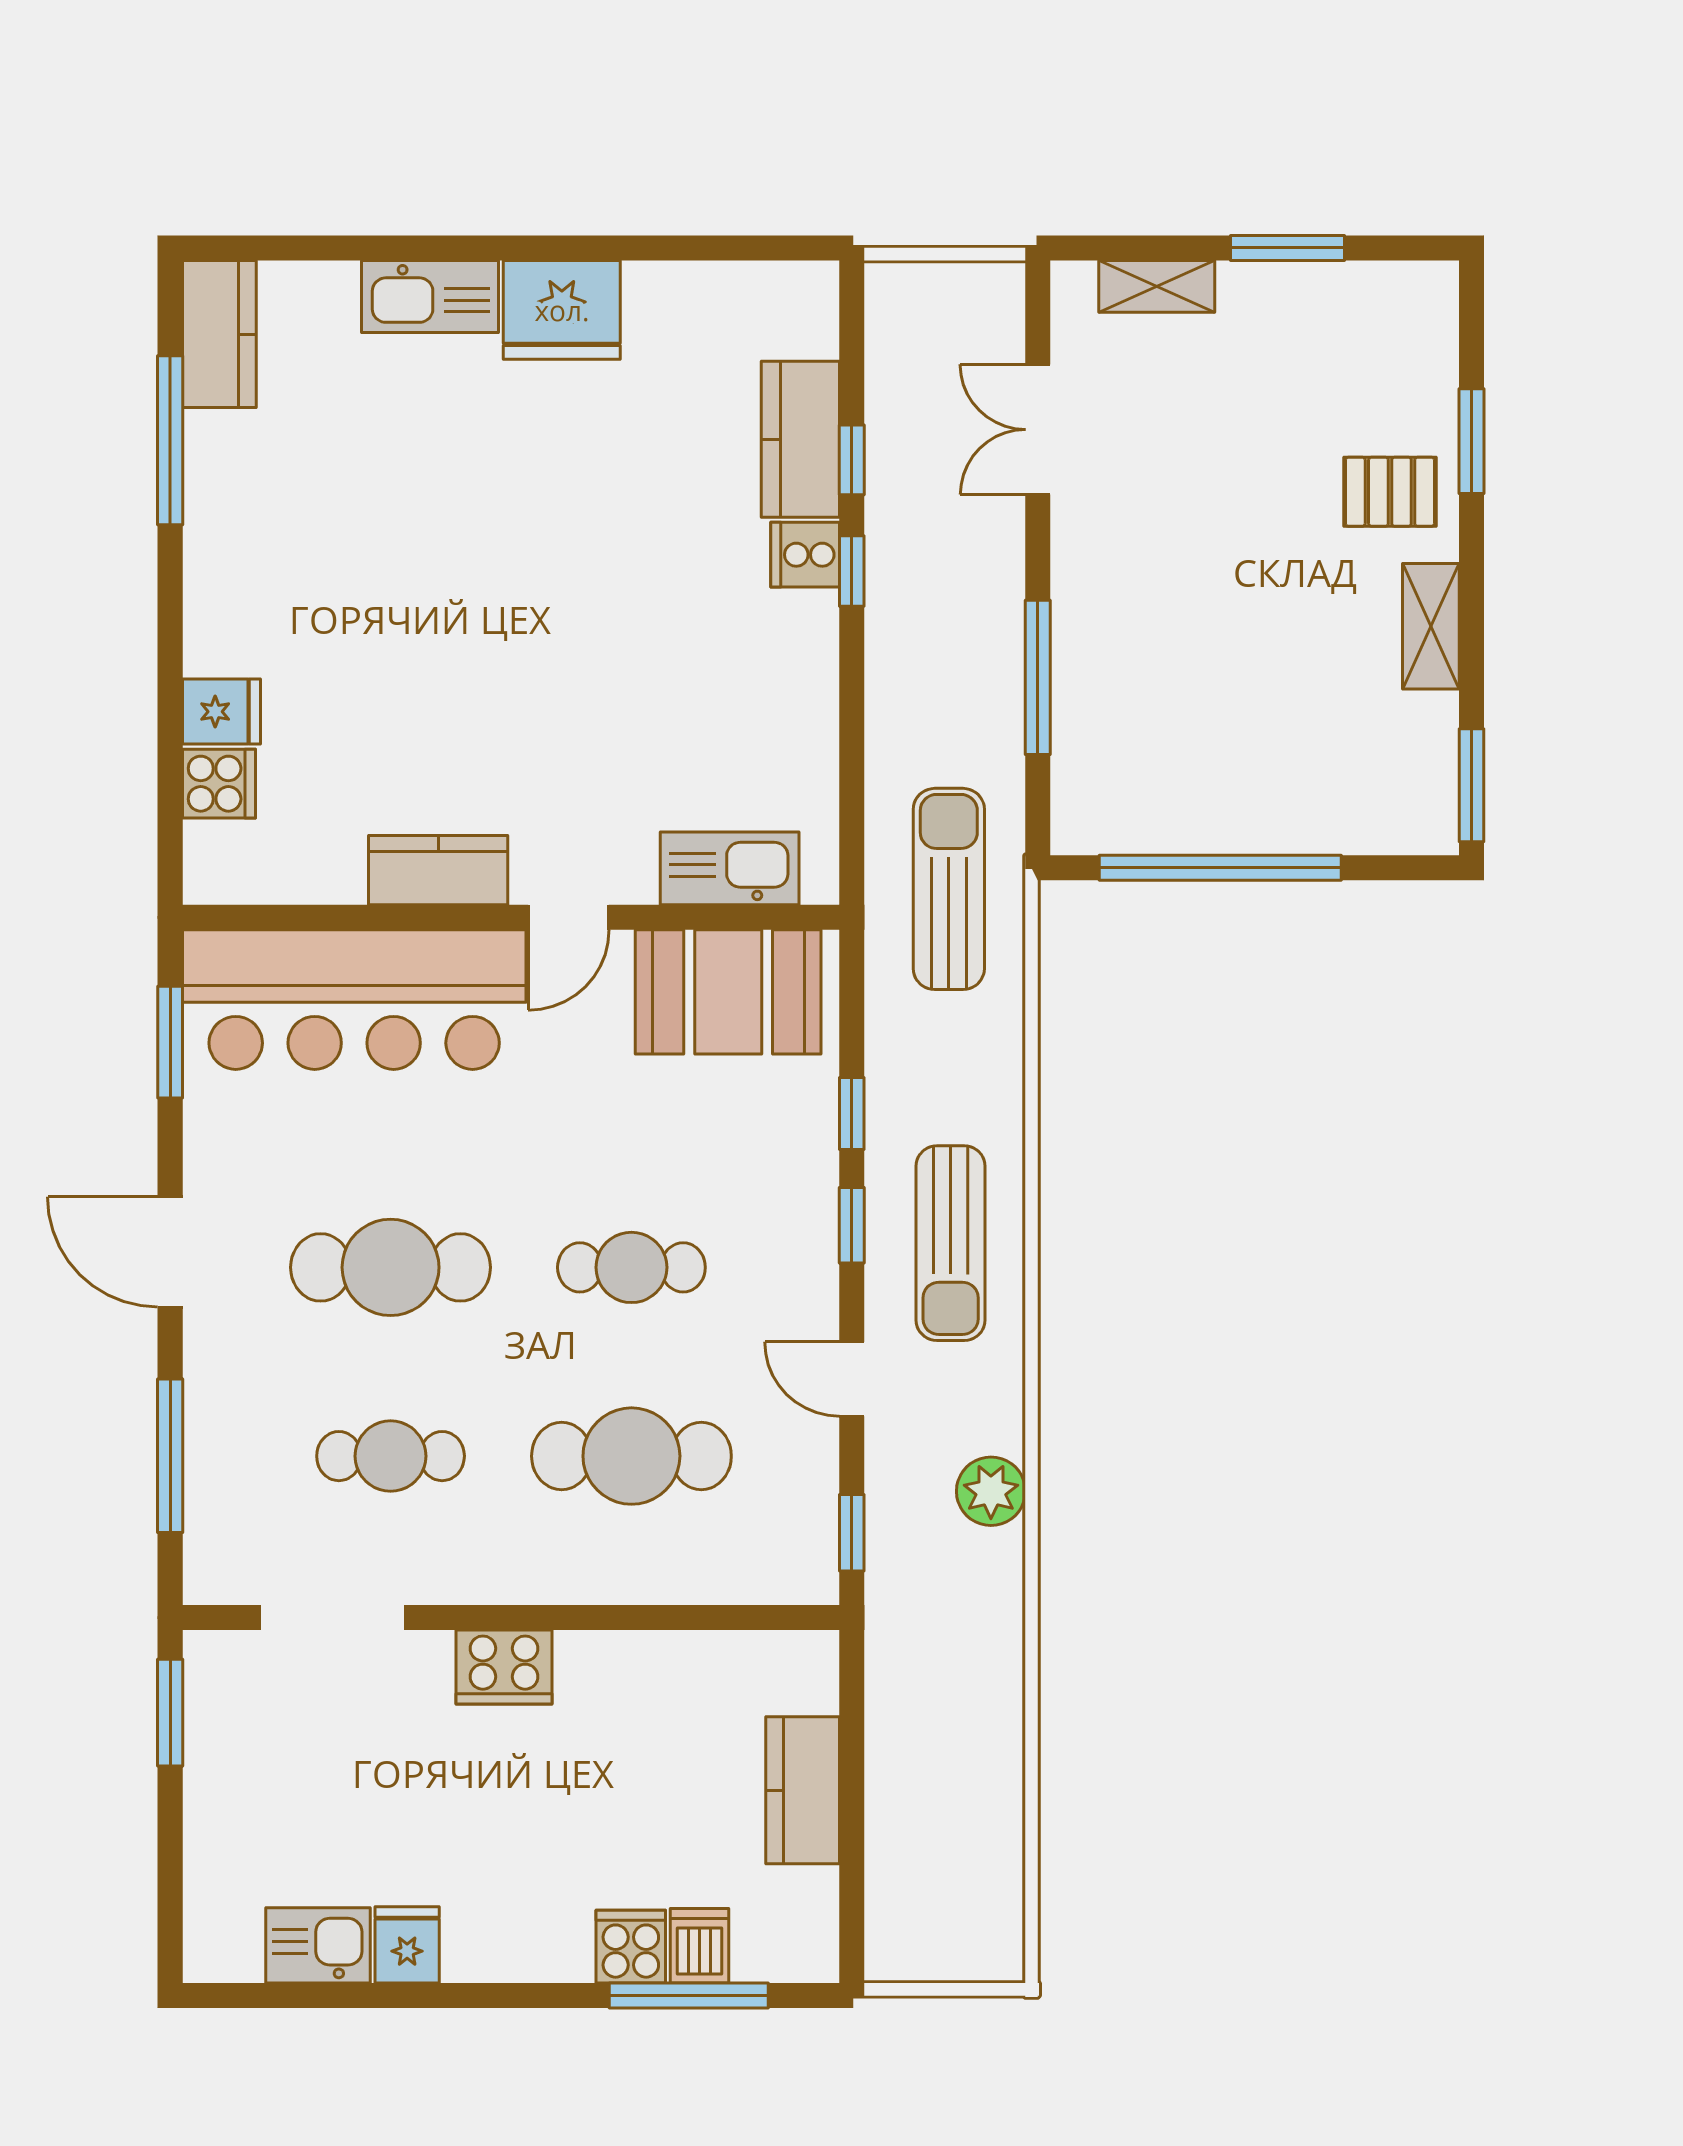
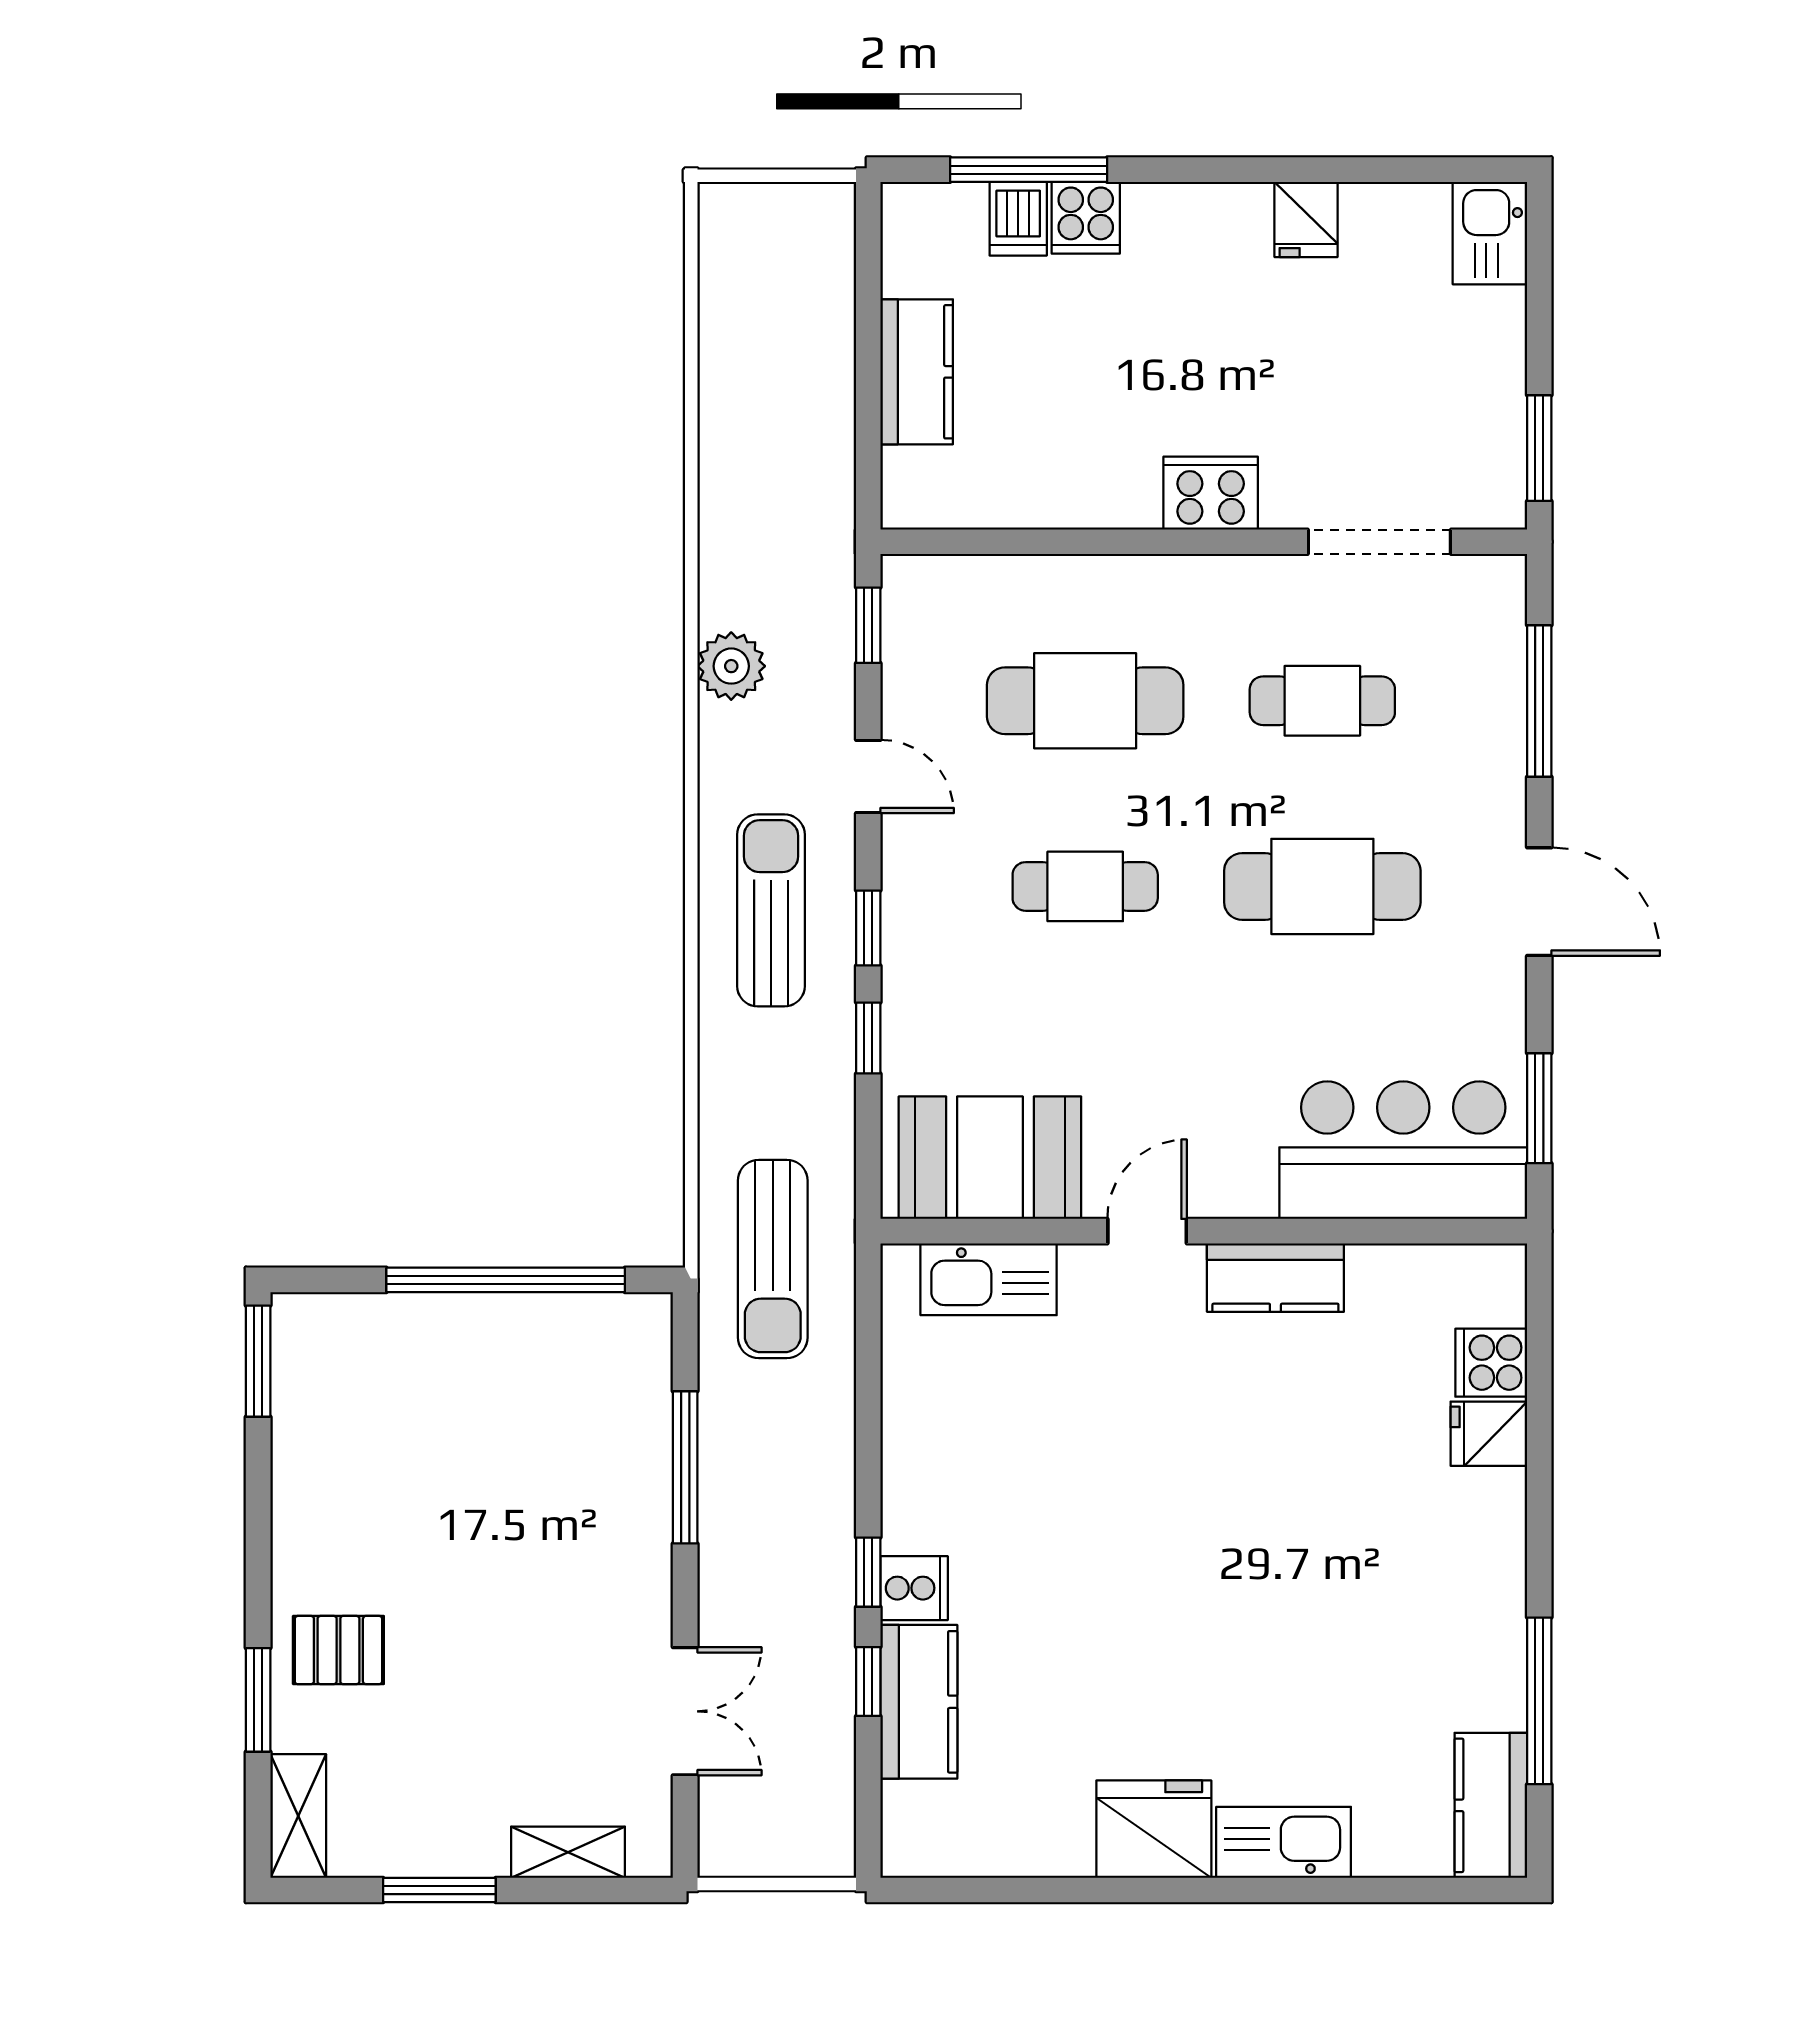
shelving: (1431, 626) -> (298, 1816), moved
bar counter: (354, 1000) -> (1403, 1150), width x0.73
kitchen sink: (318, 1945) -> (1490, 233), moved, turned 90

